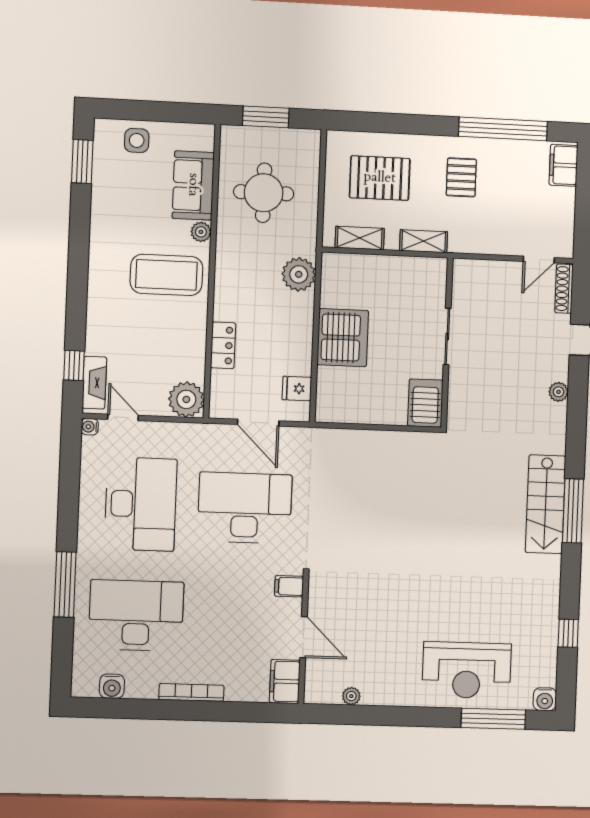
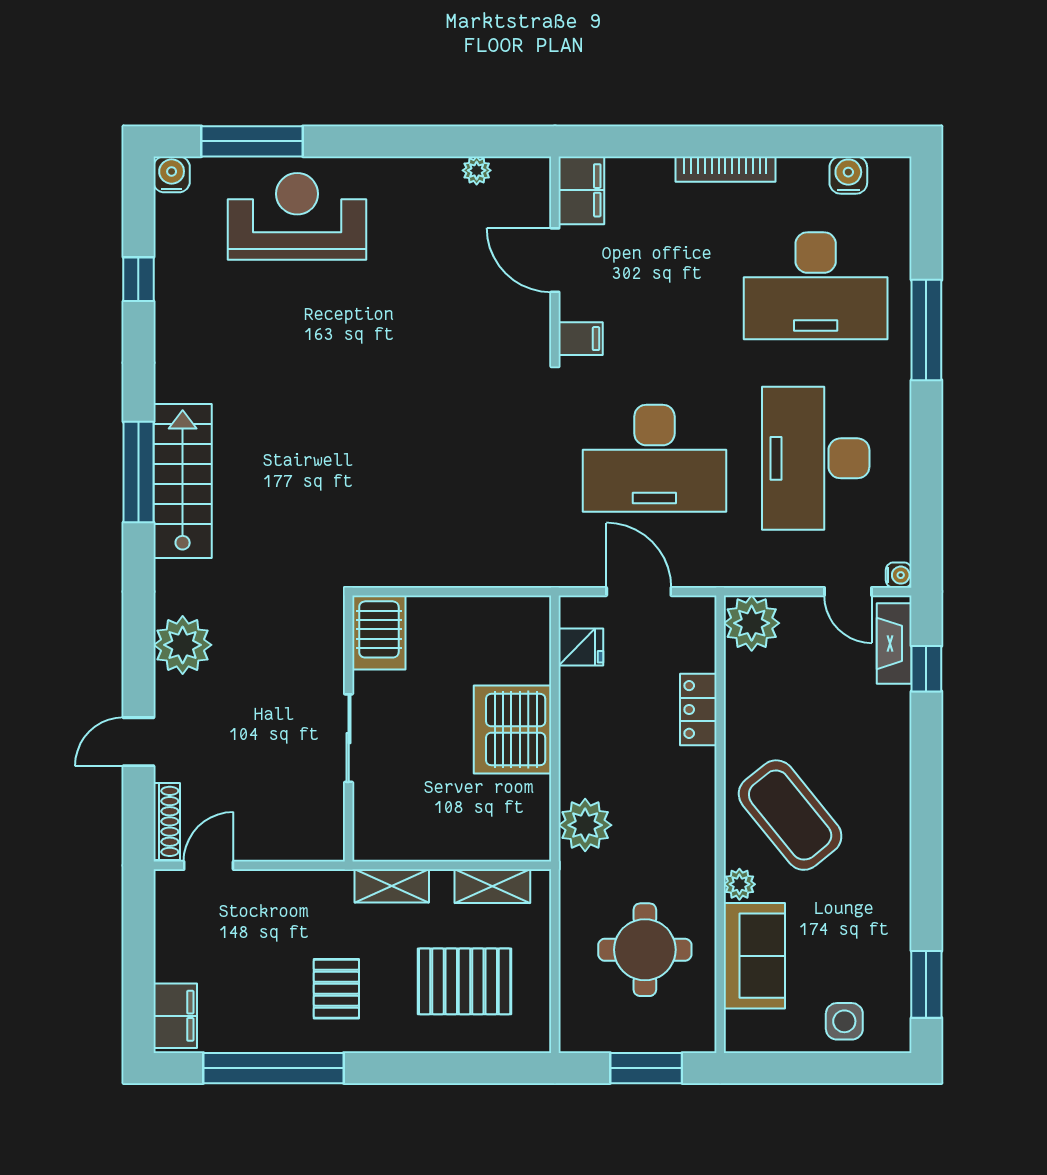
coffee table: (166, 275) -> (790, 815), turned 51
plant: (558, 392) -> (183, 645), width x1.87, depth x1.87

